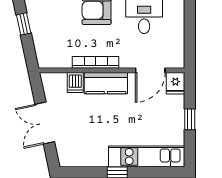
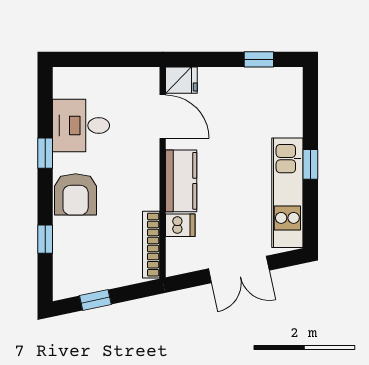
bookcase: (96, 62) -> (151, 245), moved
window: (190, 119) -> (259, 59), moved
kitchen unit: (147, 157) -> (287, 193), moved

